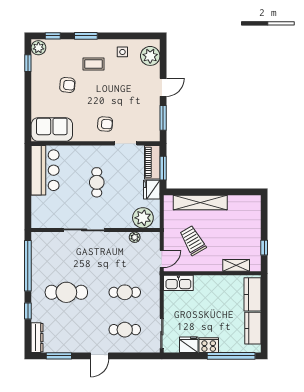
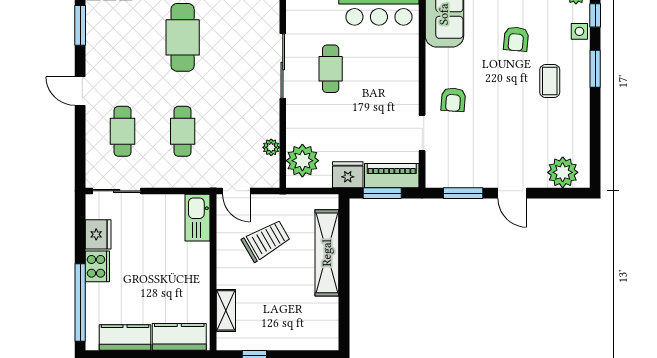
side table: (122, 52) -> (579, 31), moved
cafe table: (97, 182) -> (331, 69), moved, turned 90

